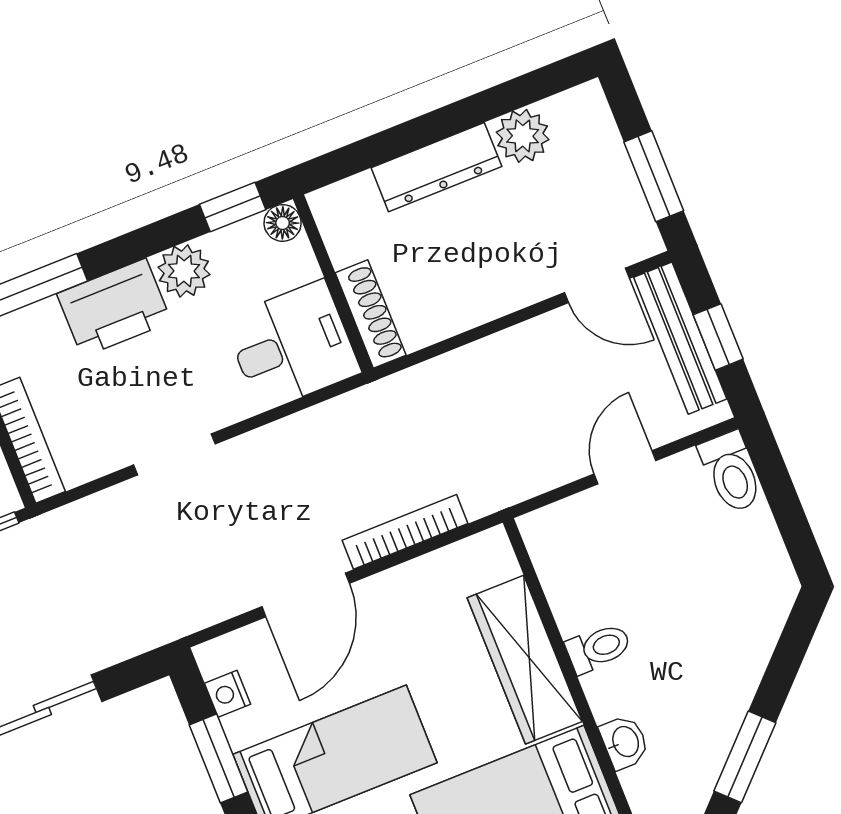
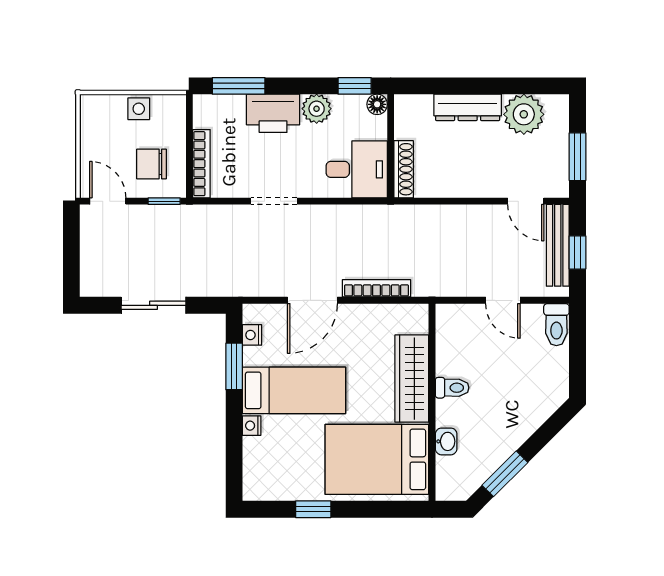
plant: (523, 136) -> (524, 114), width x1.36, depth x1.36
door: (625, 467) -> (503, 300), swing flipped

